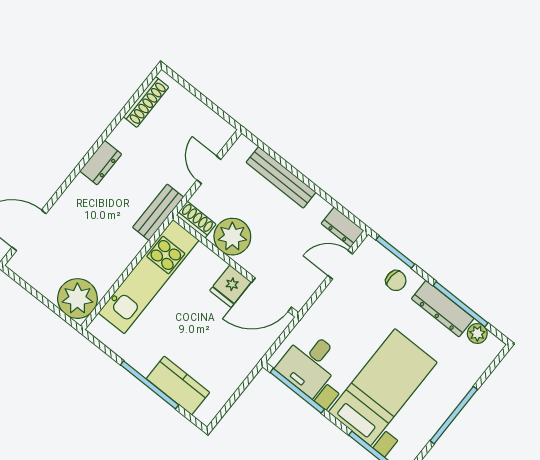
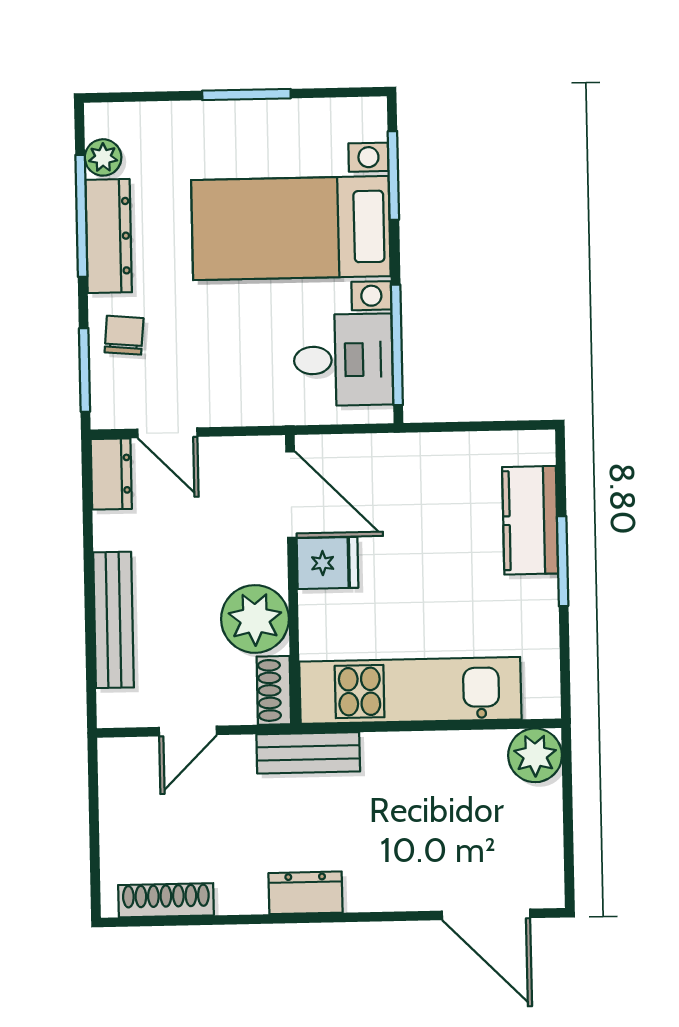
plant: (77, 299) -> (535, 755), width x0.73, depth x0.73
window: (150, 385) -> (563, 561), width x0.69
window: (454, 415) -> (246, 95), width x0.69

